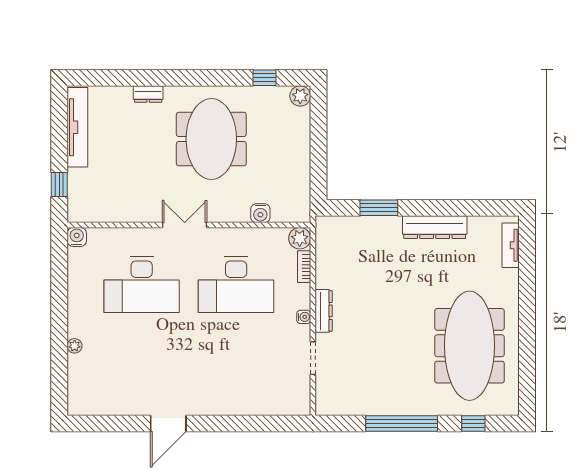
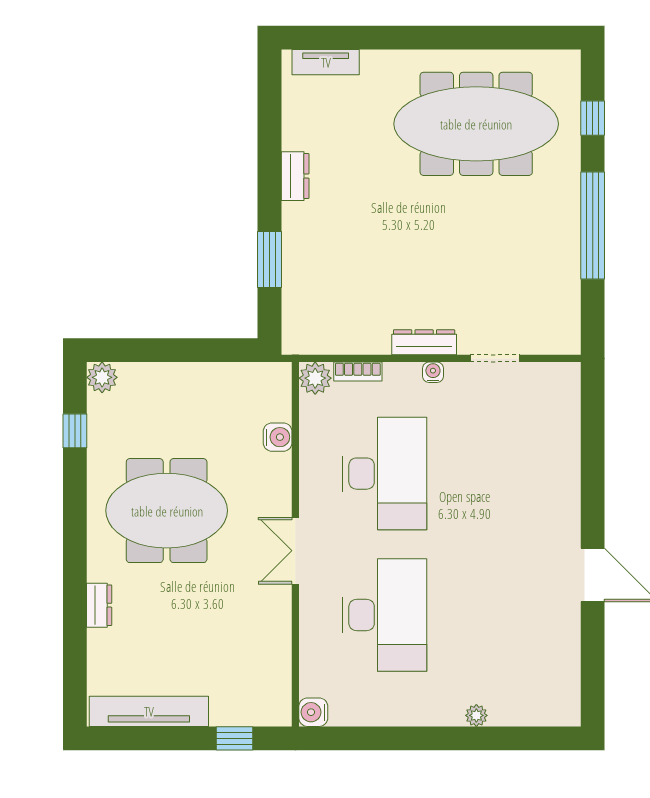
dresser: (435, 227) -> (295, 176), width x0.51, depth x0.80

